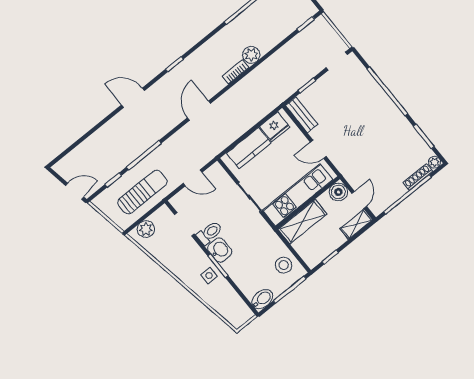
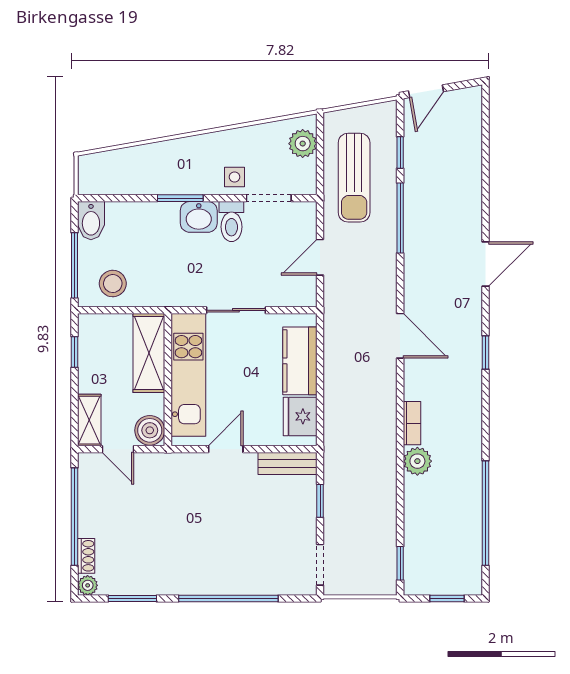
shoe rack: (418, 177) -> (86, 556), width x0.70
side table: (209, 276) -> (235, 177), moved

